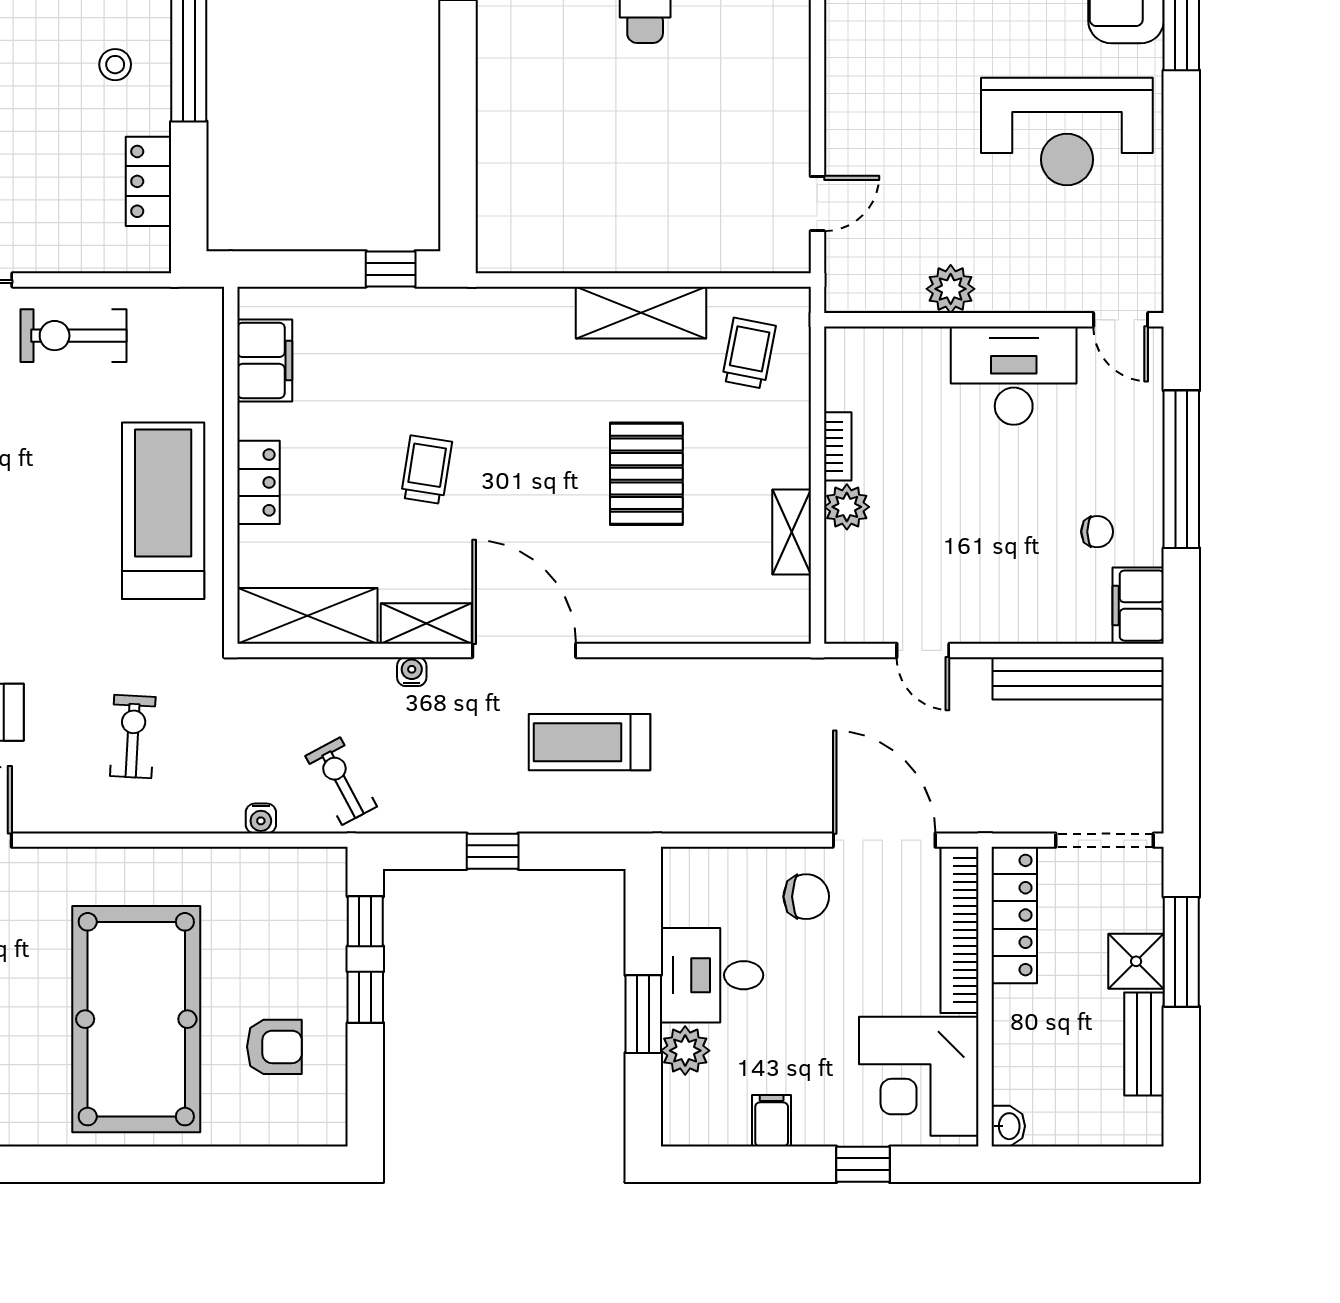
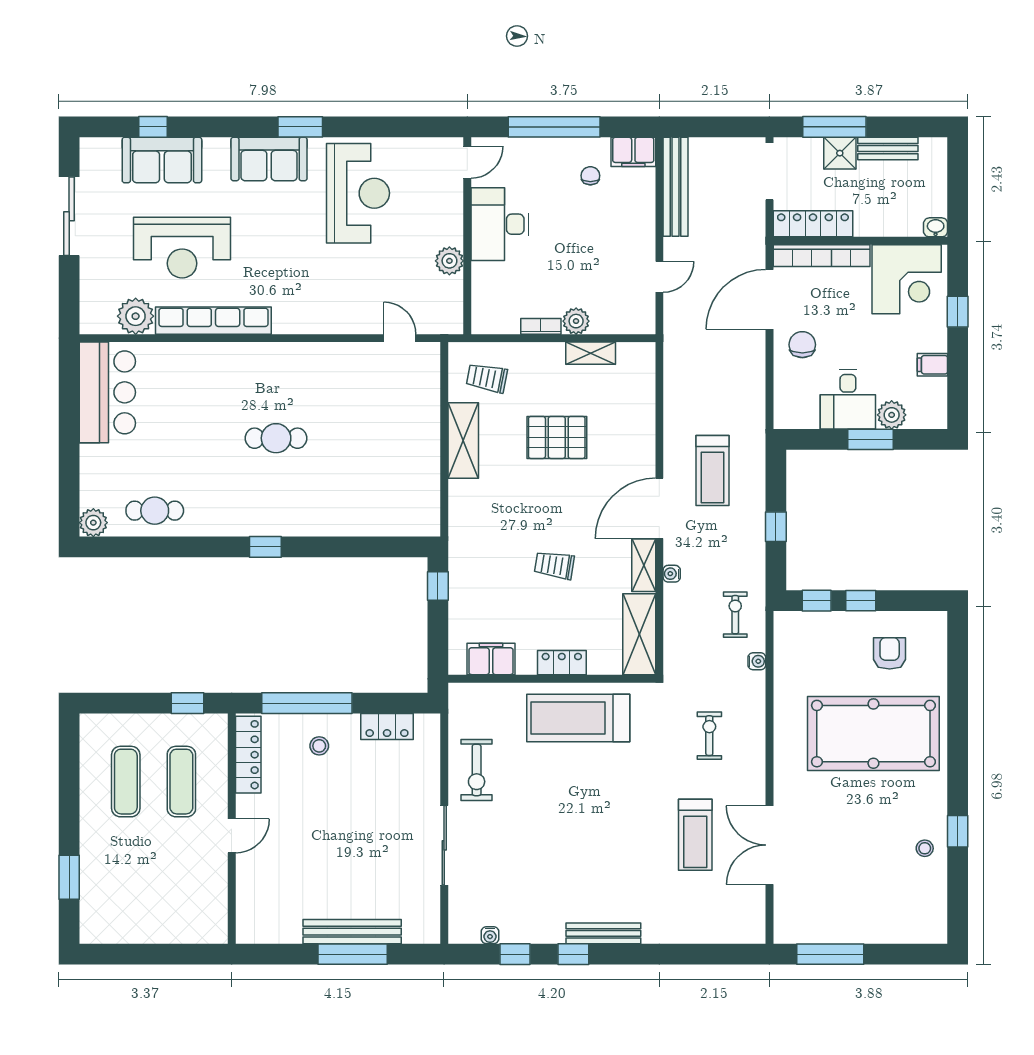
exercise bike: (133, 737) -> (709, 736), turned 87
exercise bike: (341, 781) -> (735, 615), turned 118

